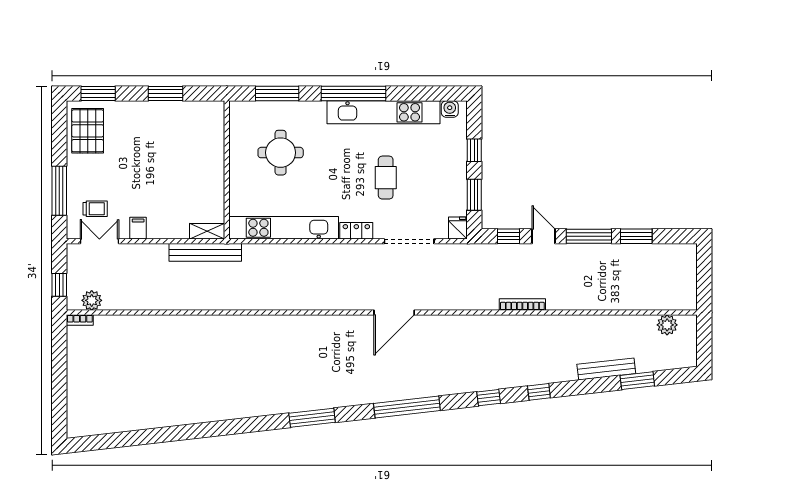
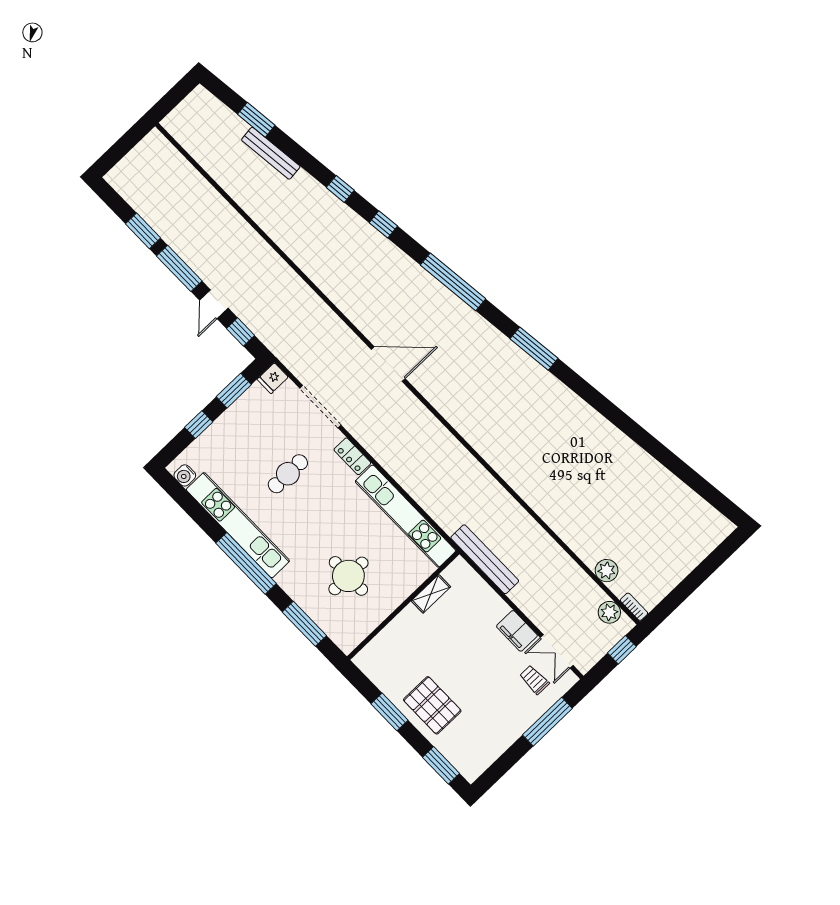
pallet: (88, 131) -> (432, 705), moved, turned 90
filing cabinet: (138, 228) -> (517, 631), width x2.00
shelving: (207, 231) -> (431, 594), moved, turned 90
bookcase: (522, 305) -> (284, 269), removed
plant: (667, 325) -> (607, 571), moved

